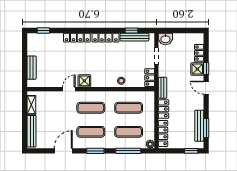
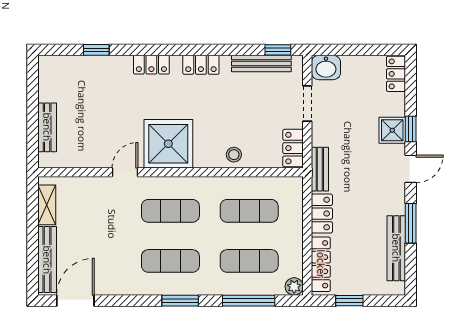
window: (43, 30) -> (96, 50), moved
window: (132, 30) -> (278, 50), moved
locker: (77, 38) -> (151, 65), width x0.66
locker: (105, 38) -> (201, 65), width x0.66
locker: (199, 53) -> (396, 74), moved
shower: (84, 81) -> (168, 144), width x1.86, depth x1.86
door: (206, 88) -> (411, 169), swing flipped
window: (206, 128) -> (411, 223), moved
door: (63, 151) -> (75, 301), moved
window: (191, 151) -> (349, 301), moved

